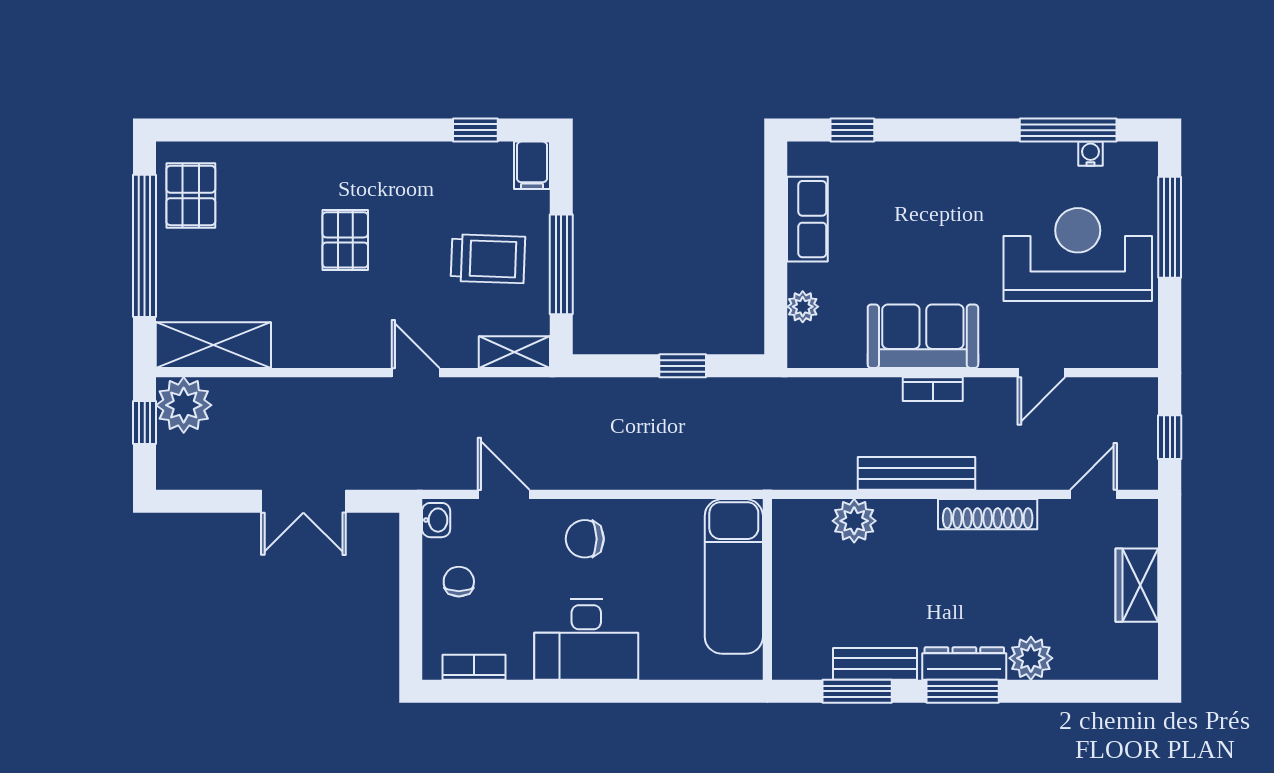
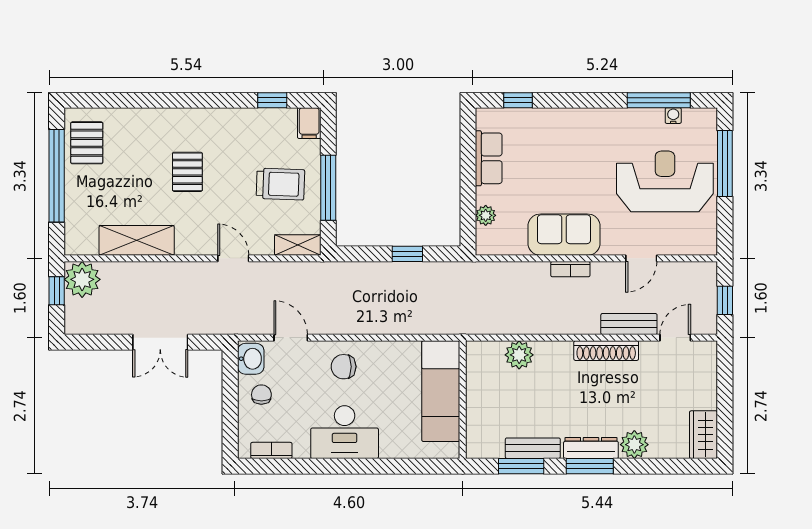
shelving: (213, 345) -> (137, 240), moved
bench: (916, 473) -> (629, 324), moved, width x0.73
washbasin: (436, 520) -> (251, 359), width x1.38, depth x1.45
wardrobe: (1137, 585) -> (703, 435), moved

